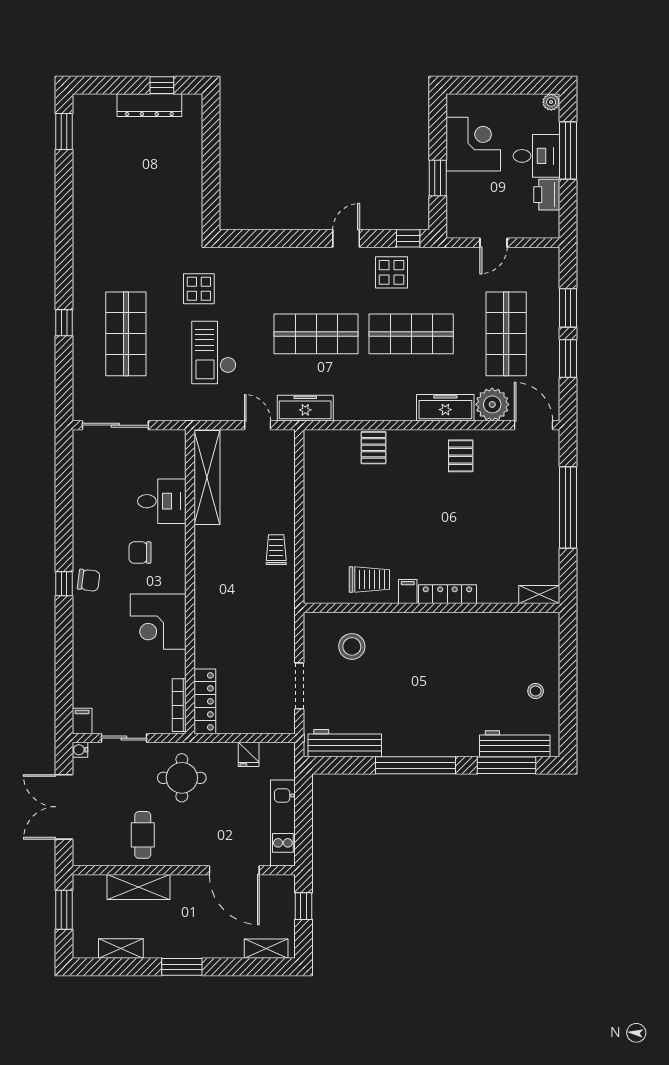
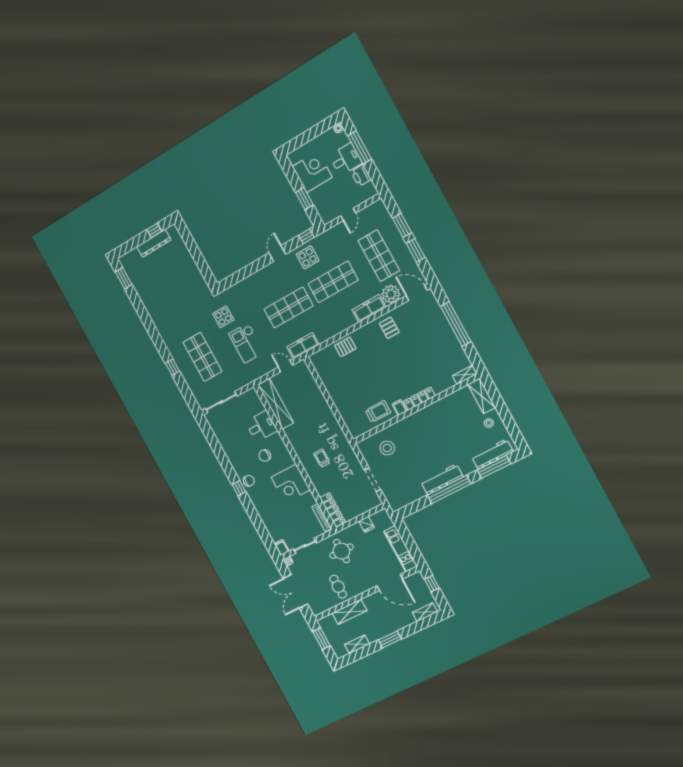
pallet: (374, 448) -> (345, 347), turned 90
trolley: (276, 550) -> (322, 458), moved
shelving: (548, 642) -> (482, 396), added
workbench: (345, 743) -> (442, 479), moved

